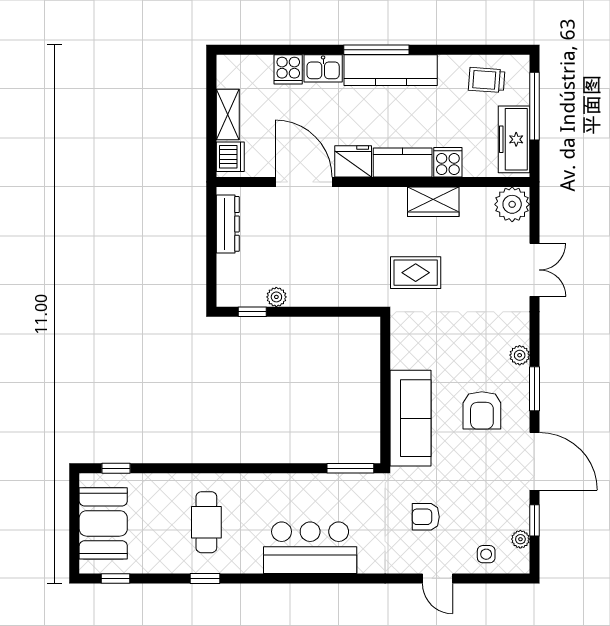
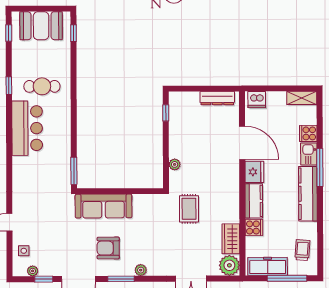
window: (376, 50) -> (320, 168), moved
shelving: (228, 115) -> (302, 98), moved
door: (304, 182) -> (242, 143), hinge flipped
wardrobe: (433, 202) -> (231, 239), moved
plant: (276, 297) -> (175, 164), moved
armchair: (426, 517) -> (46, 215), removed
bar counter: (310, 548) -> (27, 128), moved

